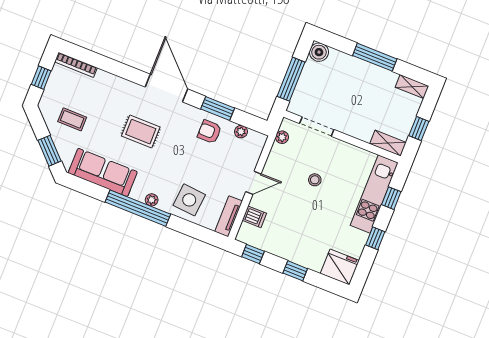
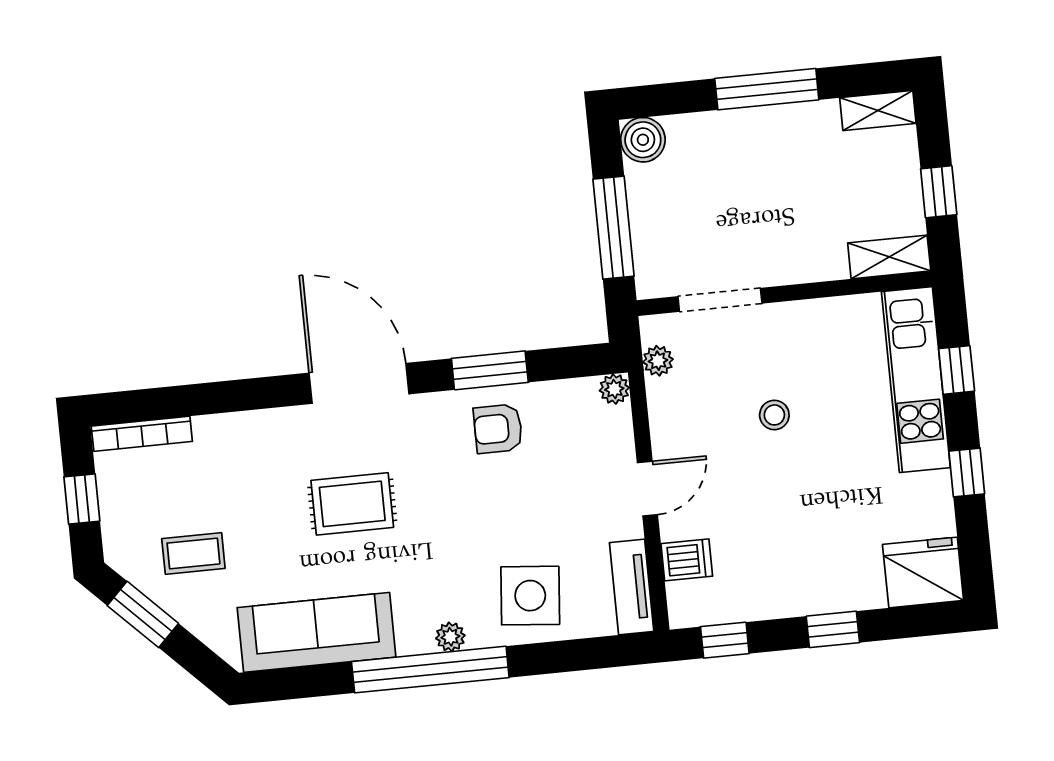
plant: (241, 132) -> (614, 389), moved
window: (50, 151) -> (143, 614), moved

